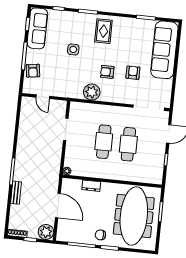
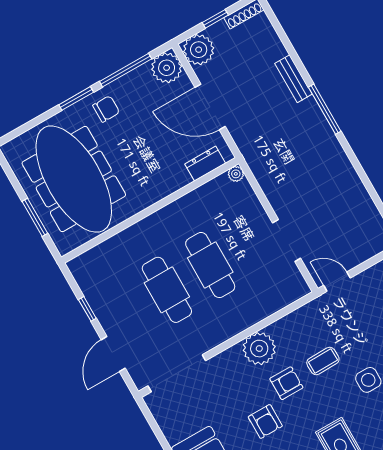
coffee table: (86, 70) -> (323, 361), added
armchair: (133, 73) -> (265, 421), moved
plant: (92, 92) -> (259, 349), moved
door: (43, 97) -> (337, 282), moved
dresser: (91, 186) -> (205, 164), moved
plant: (64, 234) -> (167, 68), added

